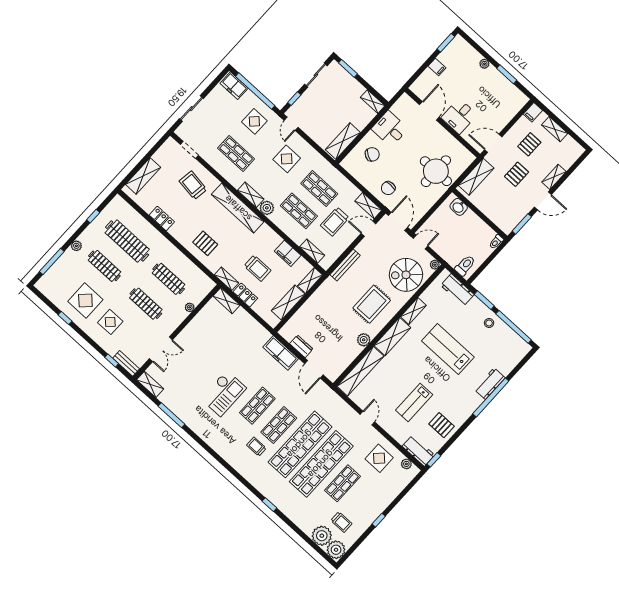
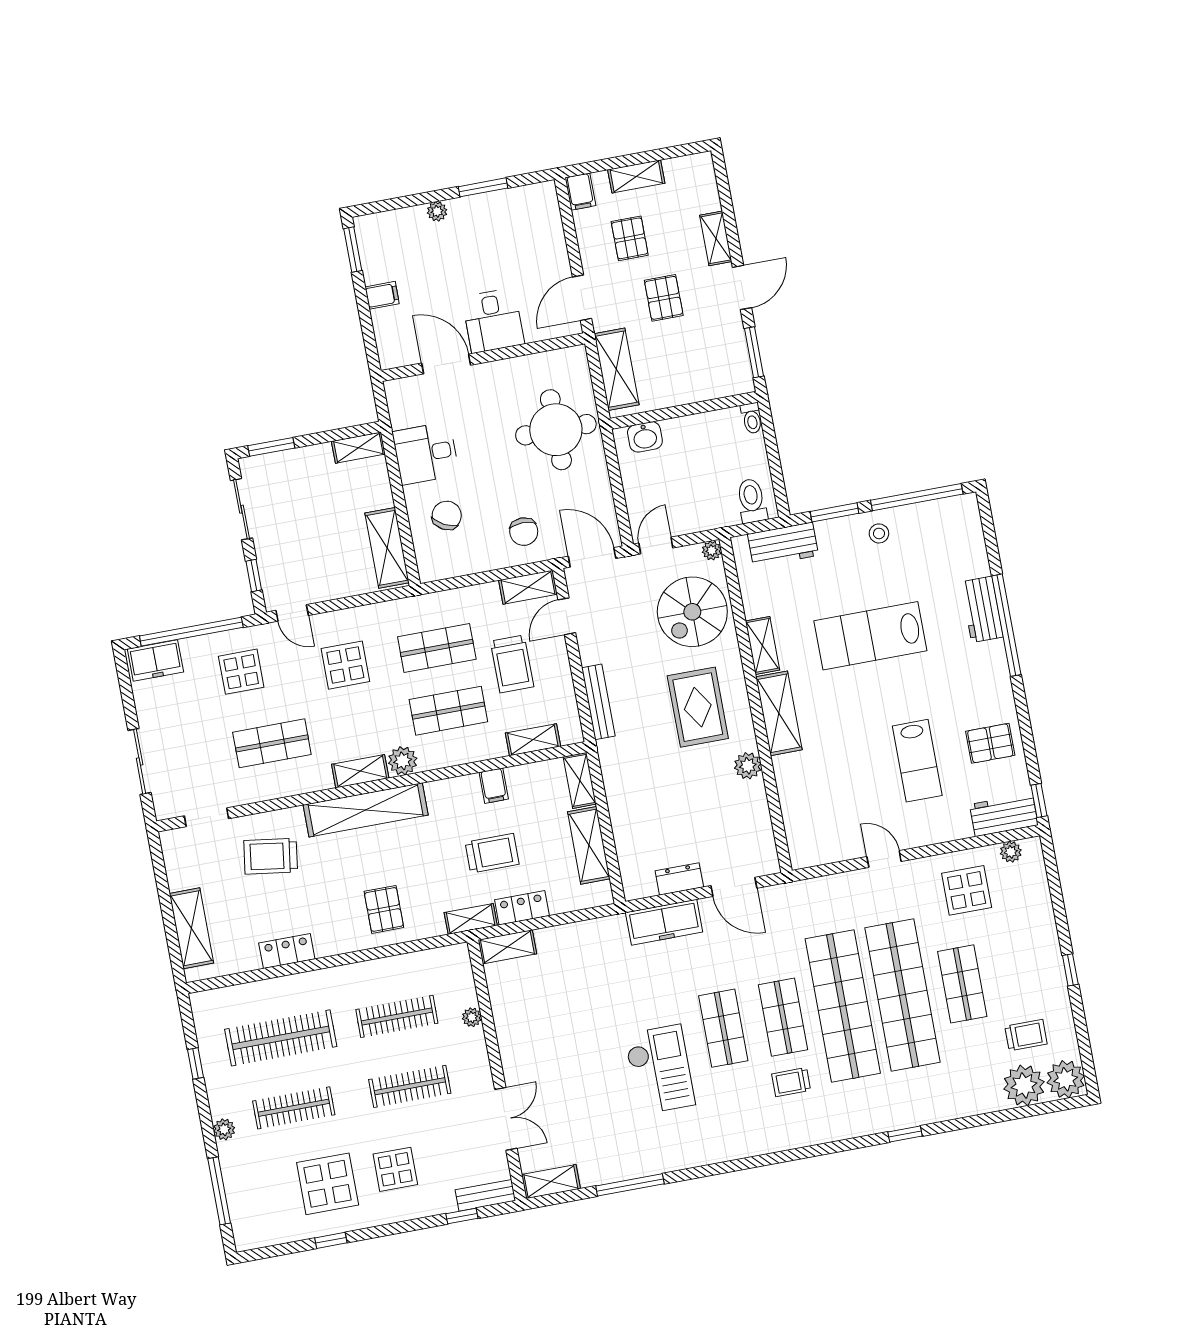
pallet: (205, 243) -> (384, 909), turned 90
filing cabinet: (288, 253) -> (494, 786), width x0.50
shelving: (360, 371) -> (796, 811), removed

